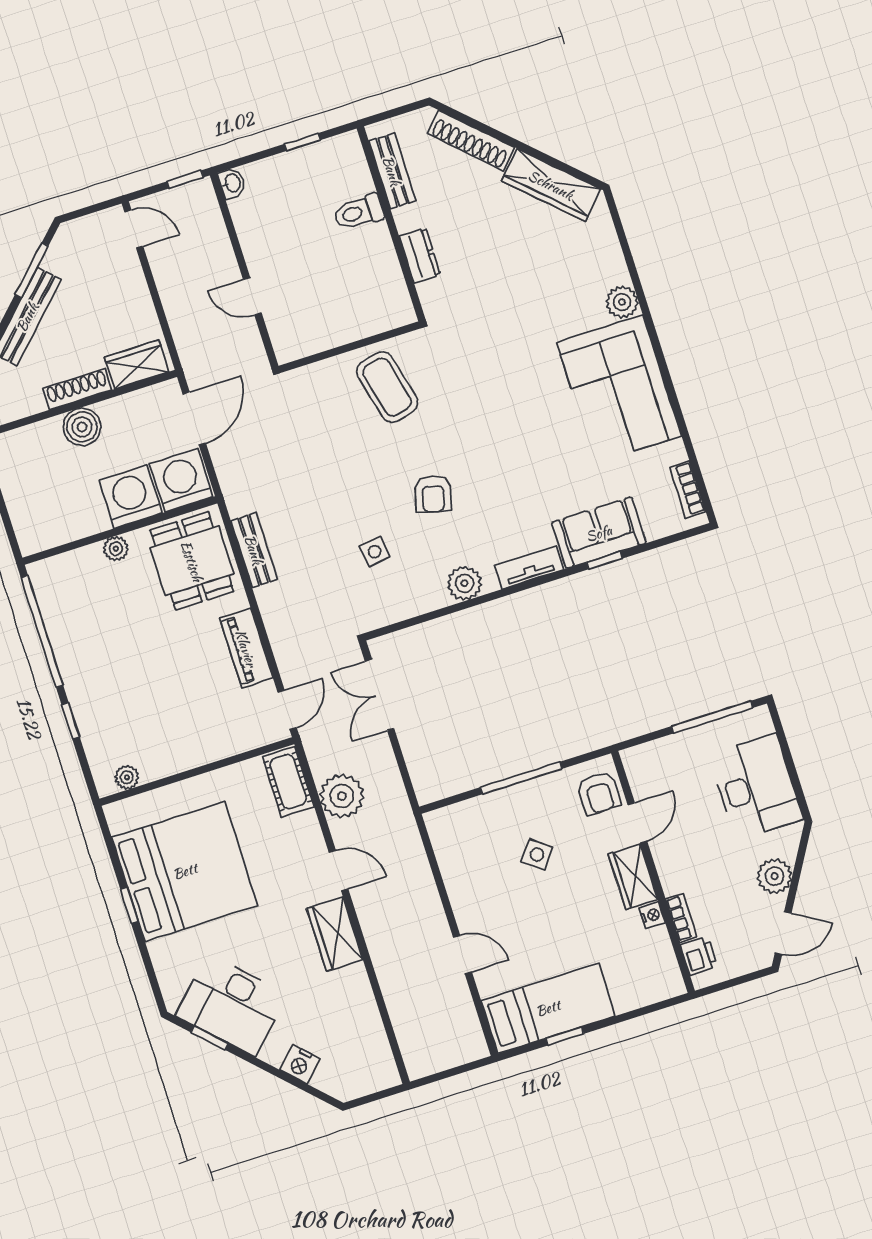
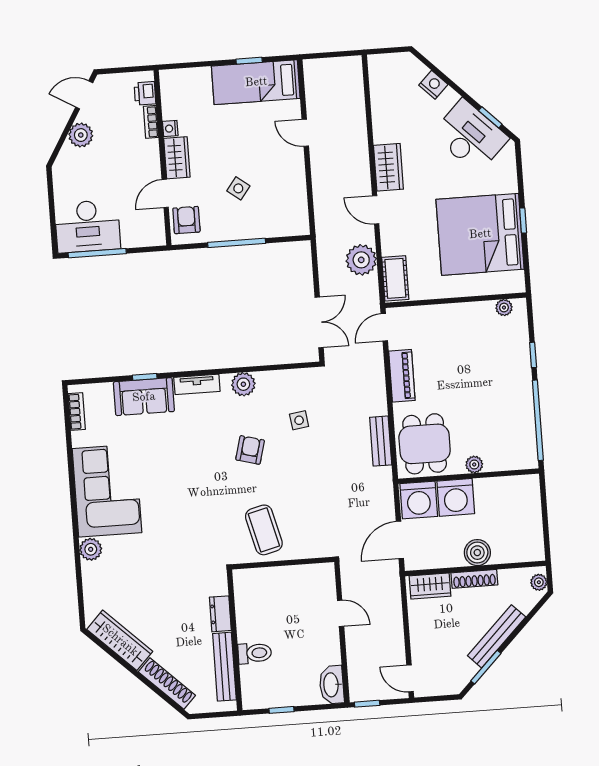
bench: (392, 171) -> (224, 667), width x1.36
washbasin: (232, 183) -> (332, 685), width x1.91, depth x1.45
desk: (756, 787) -> (88, 226), moved, turned -90

